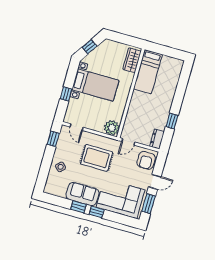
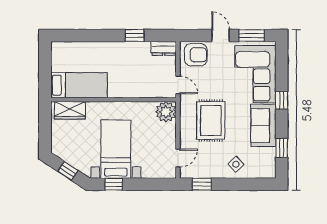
window: (66, 94) -> (114, 184), moved
window: (78, 207) -> (282, 148), moved

